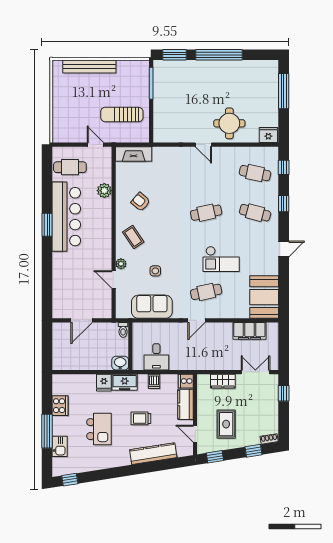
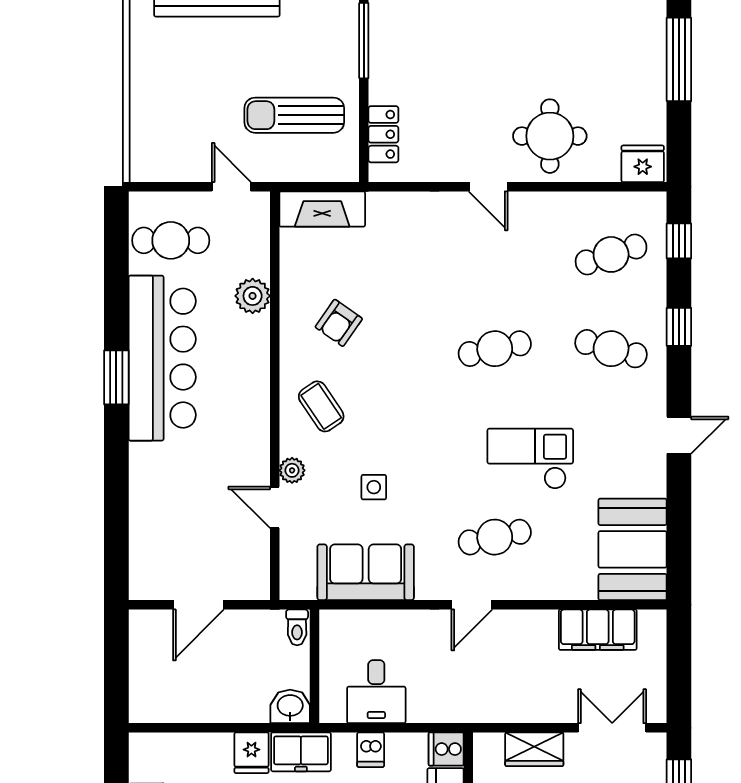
locker: (159, 123) -> (383, 134), added
cafe table: (255, 173) -> (611, 254), turned -30
armchair: (141, 202) -> (339, 323), turned -96
checkout: (221, 259) -> (530, 459), turned 180

